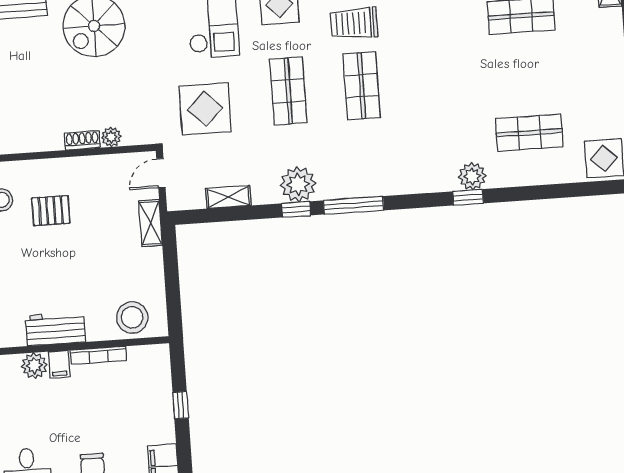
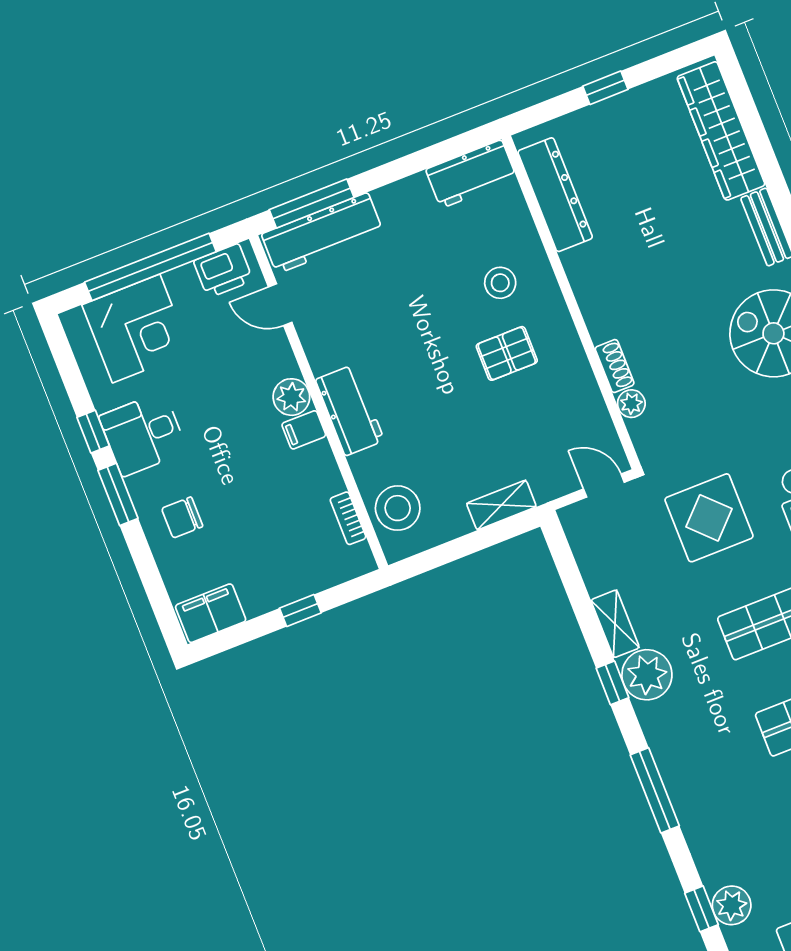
shelving: (228, 197) -> (615, 624), moved
window: (354, 205) -> (655, 790), moved
pallet: (51, 211) -> (507, 353), turned 90
shelving: (151, 223) -> (501, 505), moved
bookcase: (98, 355) -> (348, 518), moved, width x0.64

